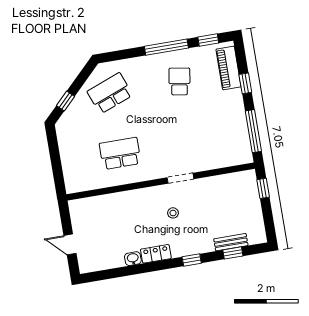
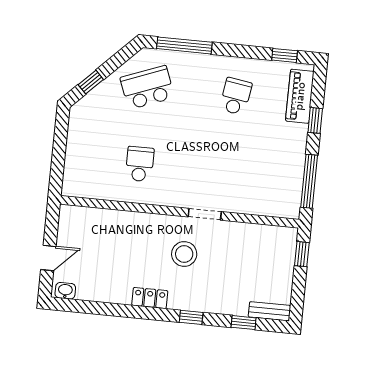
window: (166, 47) -> (184, 45), moved
school desk: (120, 153) -> (140, 164), width x0.54
stool: (173, 213) -> (184, 254), width x1.89, depth x1.89
bench: (231, 242) -> (269, 311), moved
door: (70, 244) -> (48, 258), swing flipped
washbasin: (133, 259) -> (65, 291), moved

